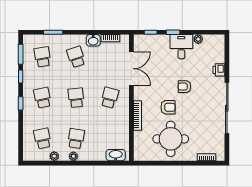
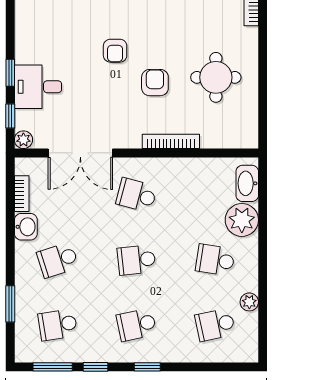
plant: (198, 39) -> (23, 140), moved
desk: (181, 47) -> (38, 87), moved
double door: (131, 69) -> (80, 153), swing flipped
round table: (171, 139) -> (216, 77), width x0.73, depth x0.73
plant: (73, 156) -> (242, 220), moved, width x1.87, depth x1.87

